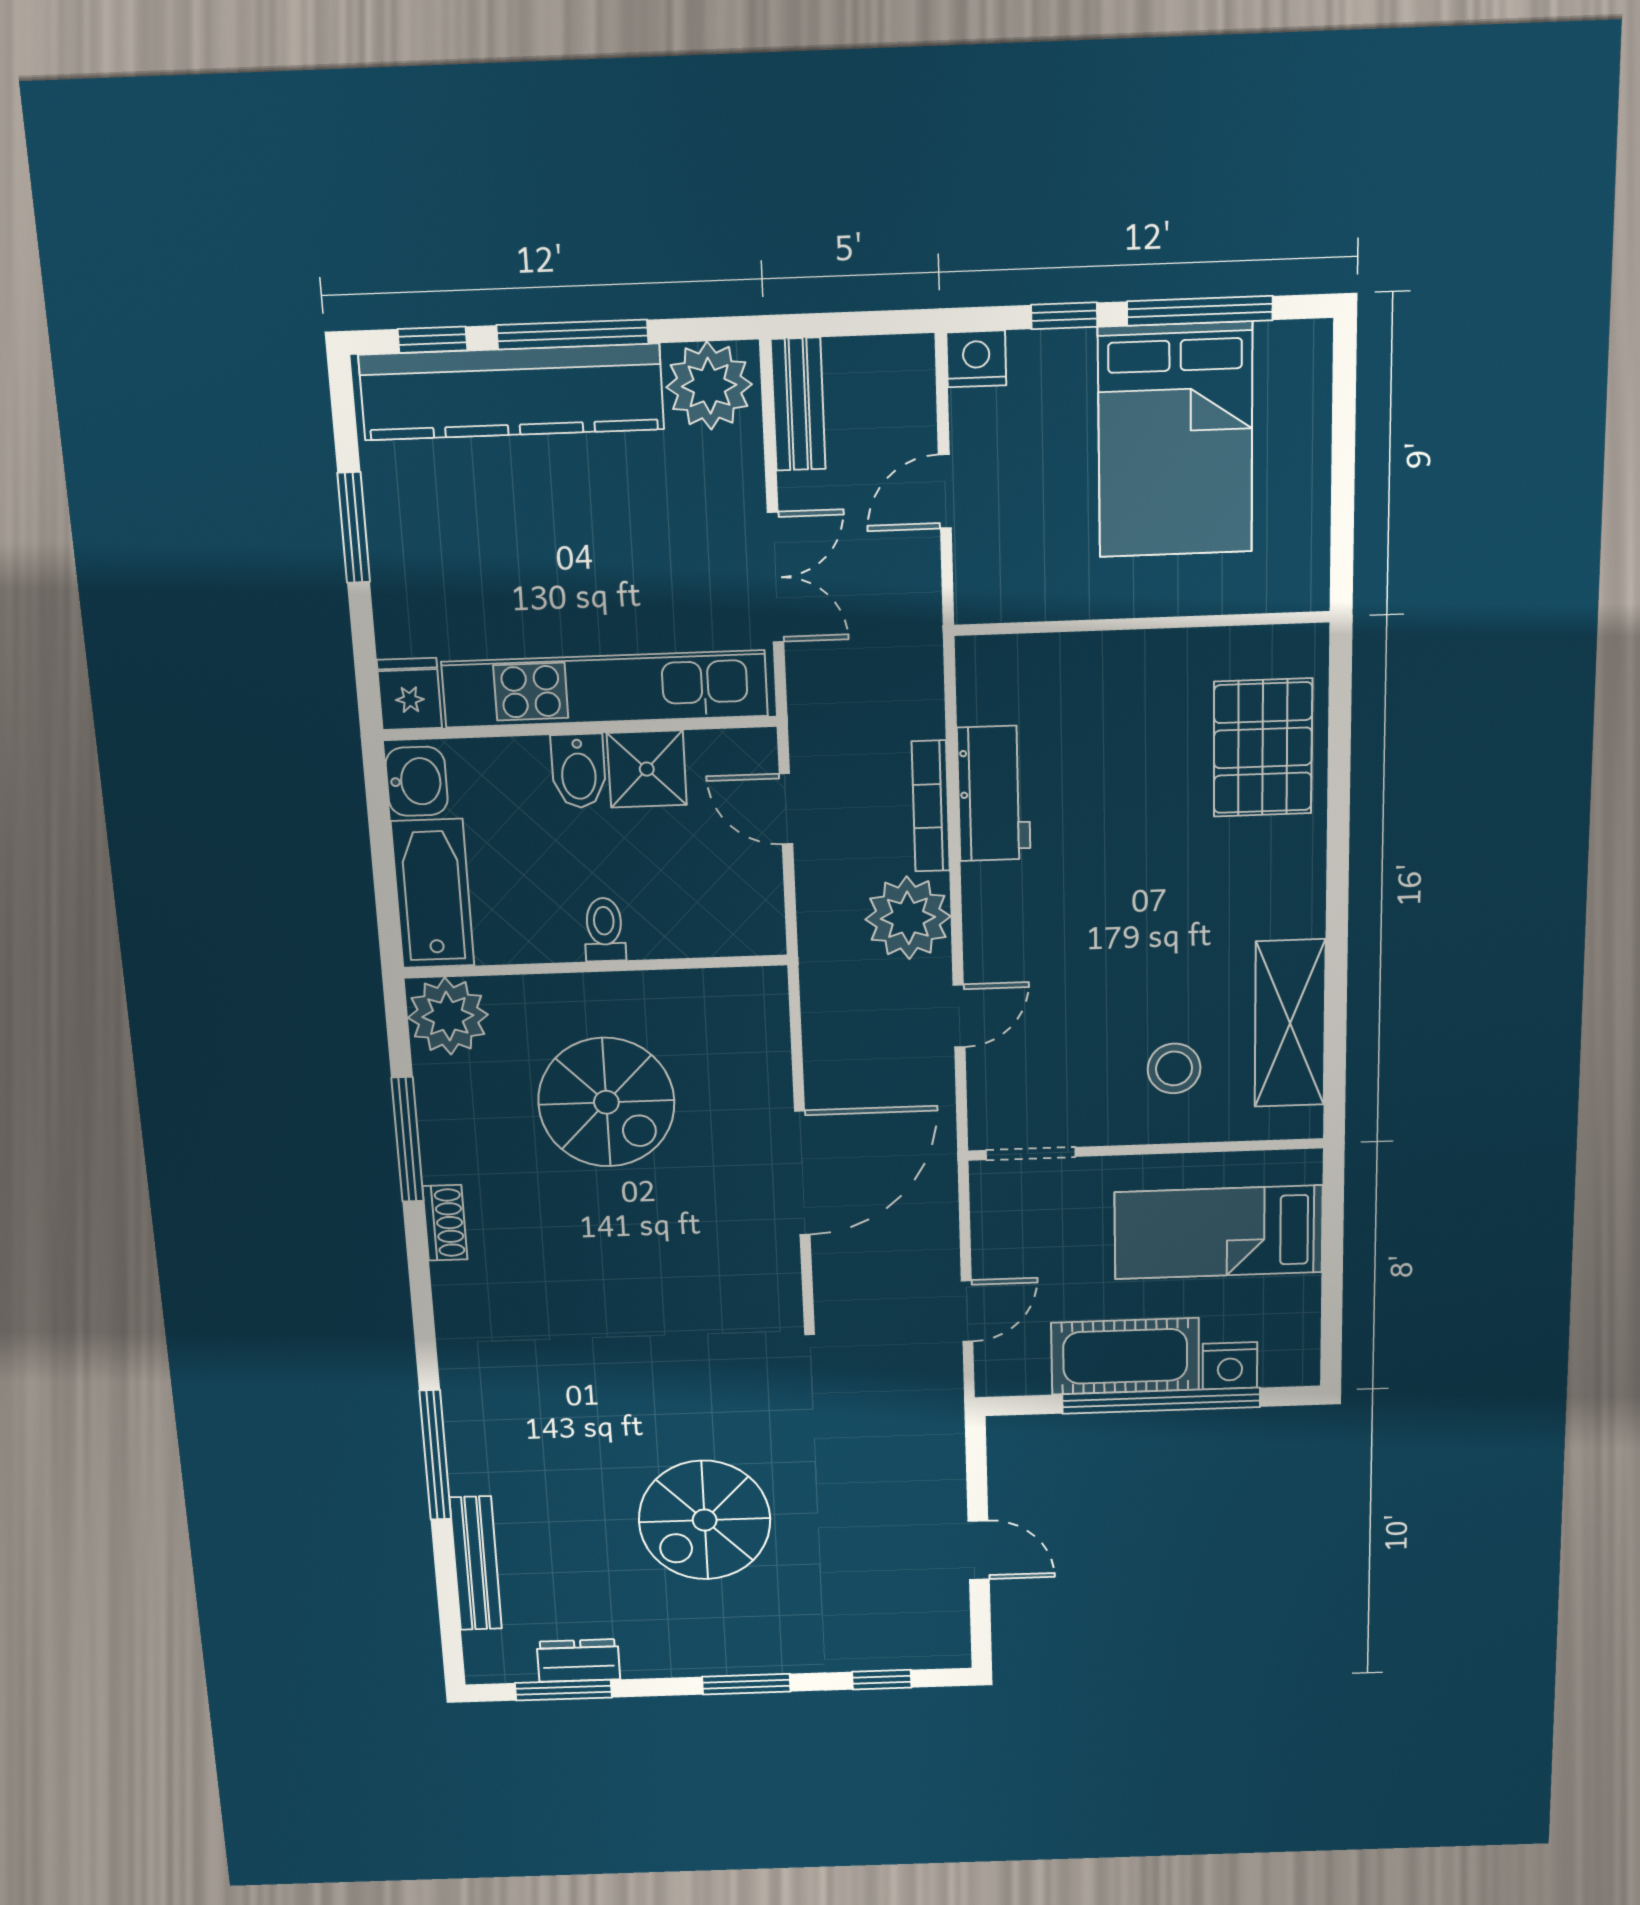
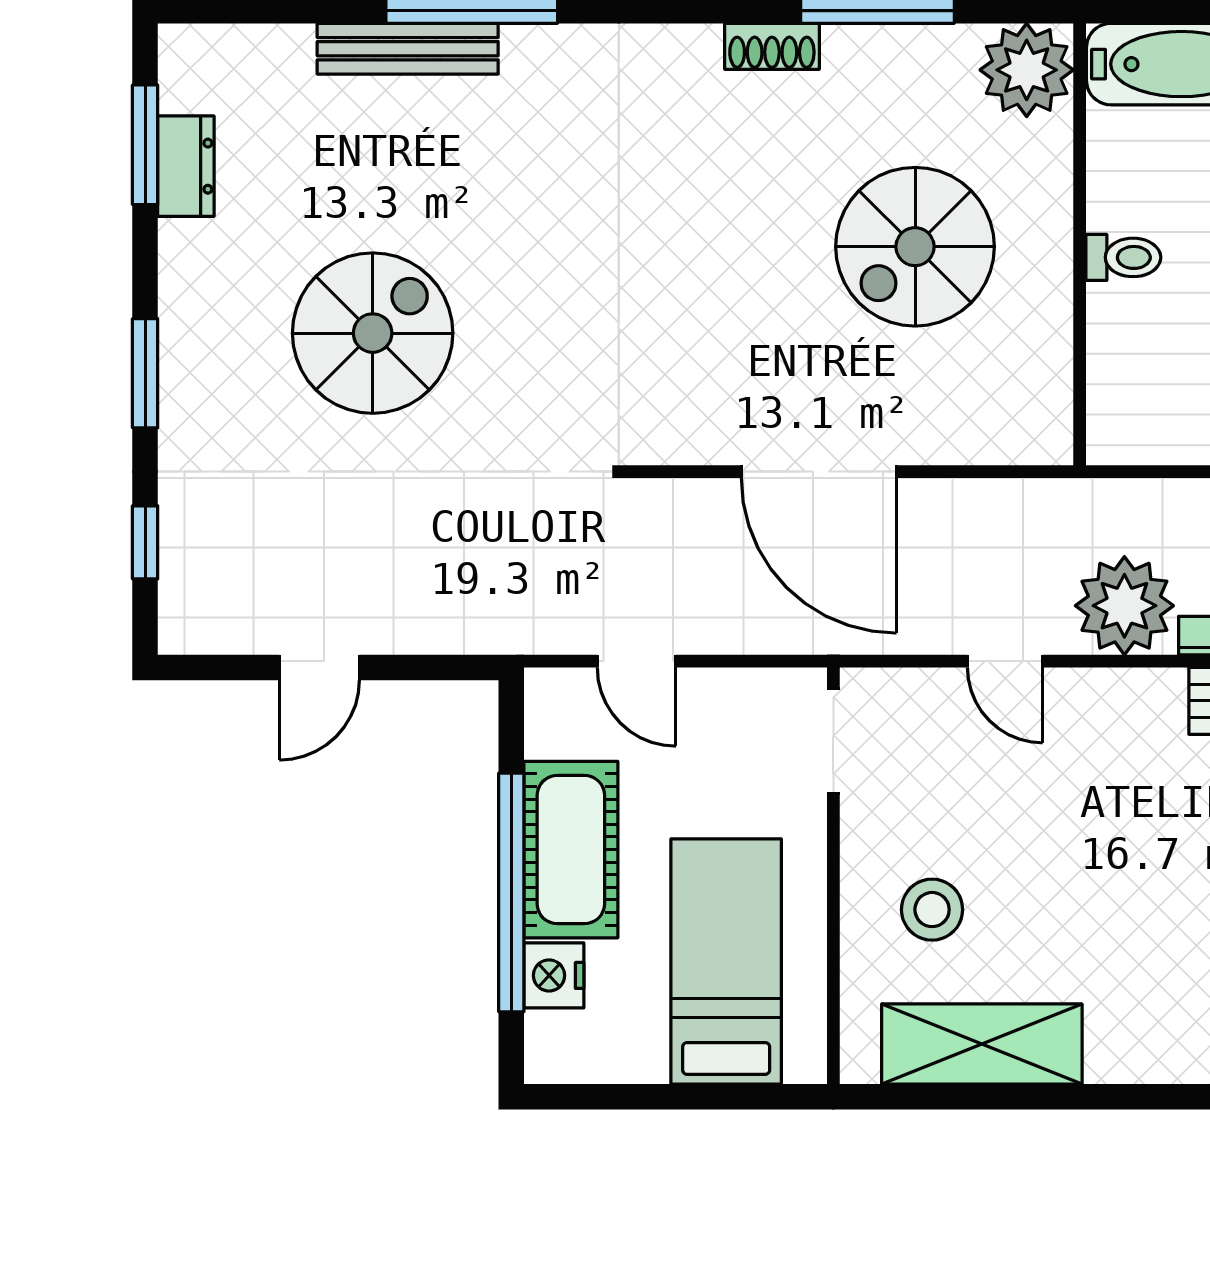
spiral stairs: (705, 1520) -> (373, 333), turned 90
bench: (476, 1563) -> (408, 49), moved

